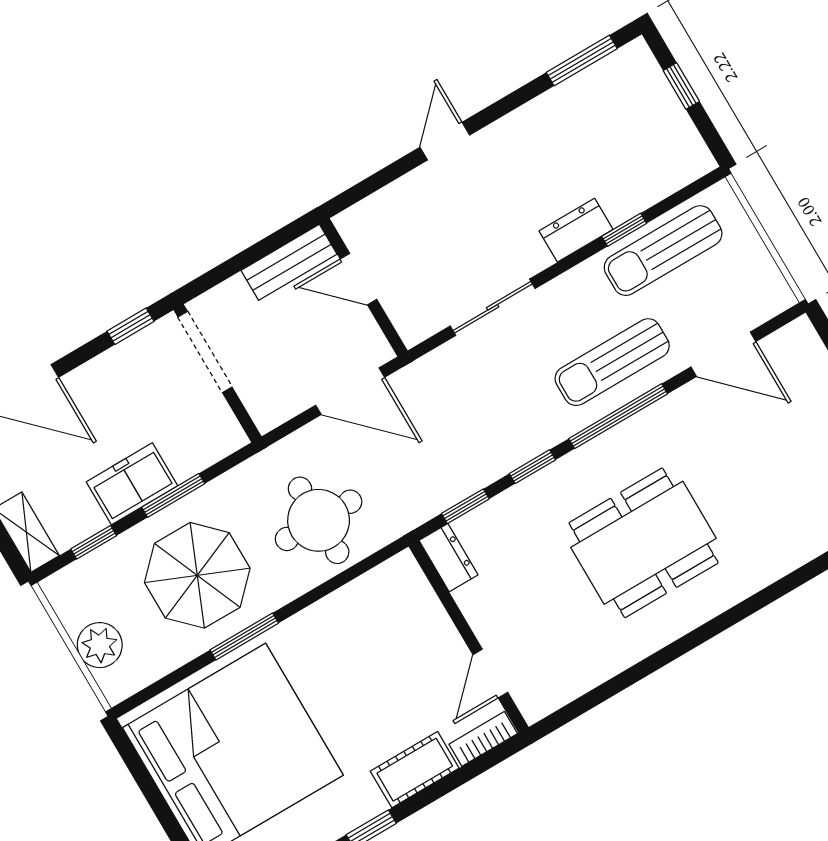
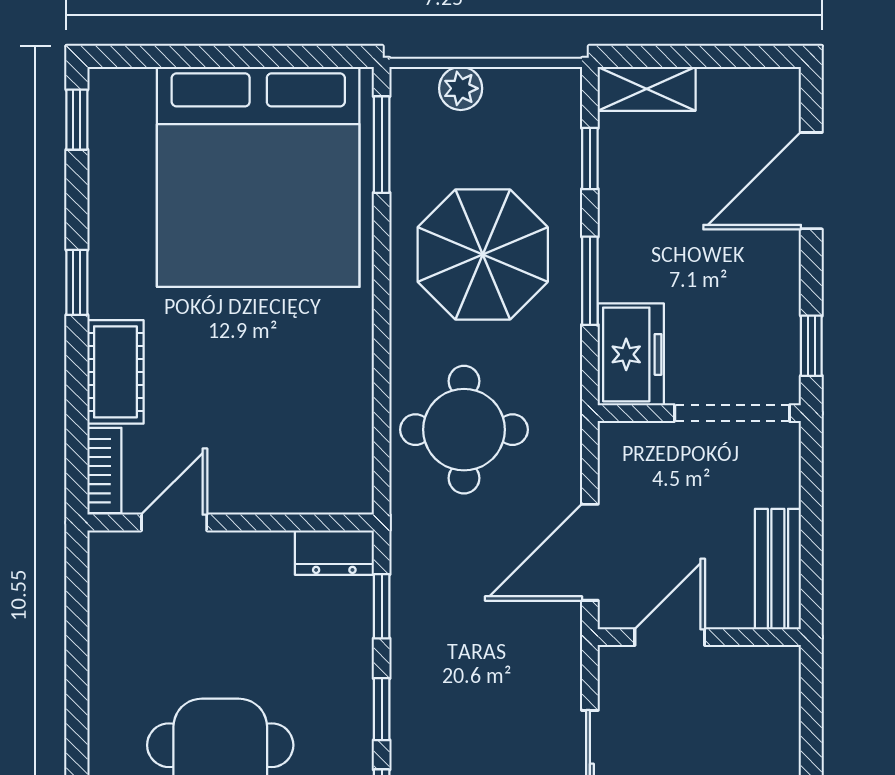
door: (359, 279) -> (670, 637), moved
freezer: (132, 484) -> (631, 354), moved
window: (244, 636) -> (382, 145), moved
plant: (100, 645) -> (461, 88), width x0.73, depth x0.73
door: (490, 674) -> (174, 523), hinge flipped

